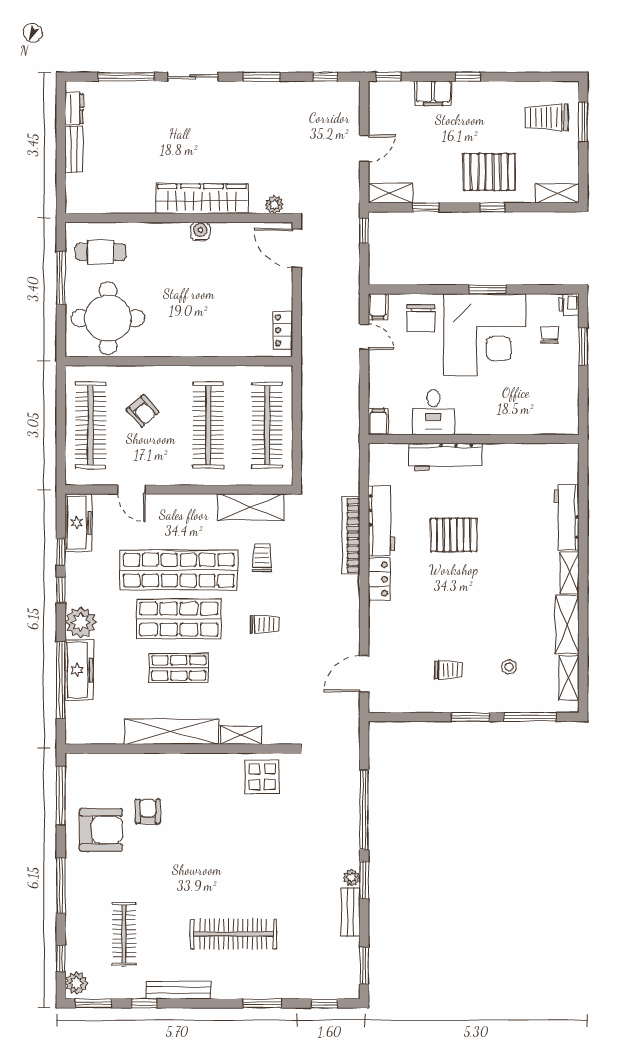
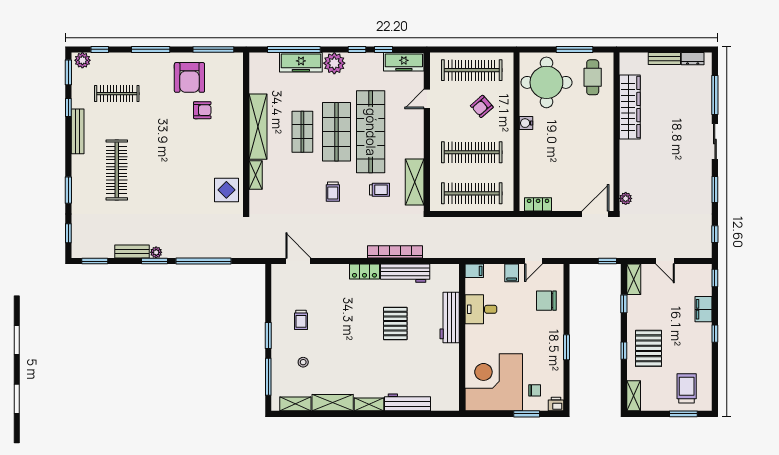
wardrobe: (202, 199) -> (630, 107), moved
water cooler: (200, 232) -> (526, 123), moved, turned 180
filing cabinet: (378, 306) -> (512, 273), moved, turned -90
corner desk: (485, 335) -> (494, 382), moved, turned 90

